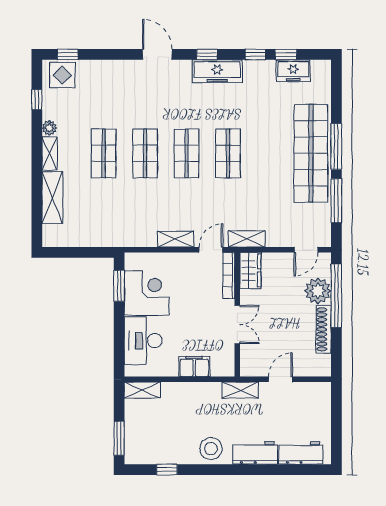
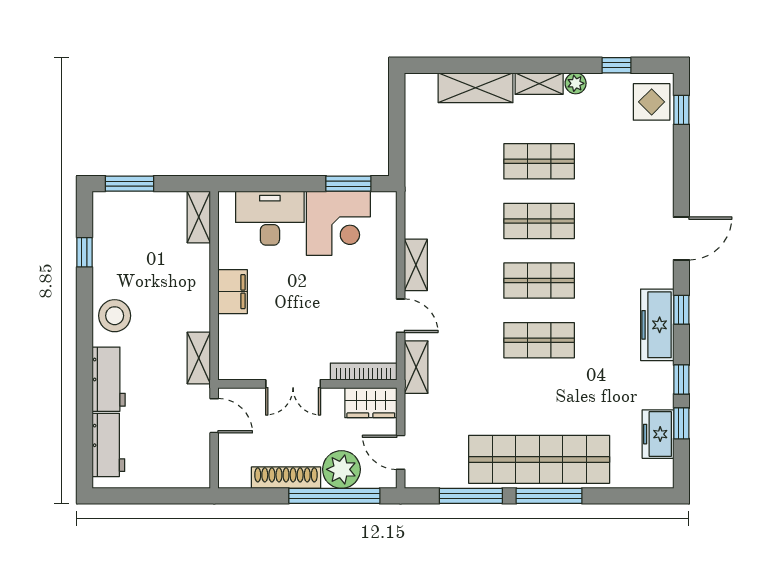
wardrobe: (250, 270) -> (371, 403), moved
bookcase: (229, 275) -> (364, 372), moved
wall: (237, 315) -> (307, 384), moved
double door: (237, 324) -> (293, 384), moved

